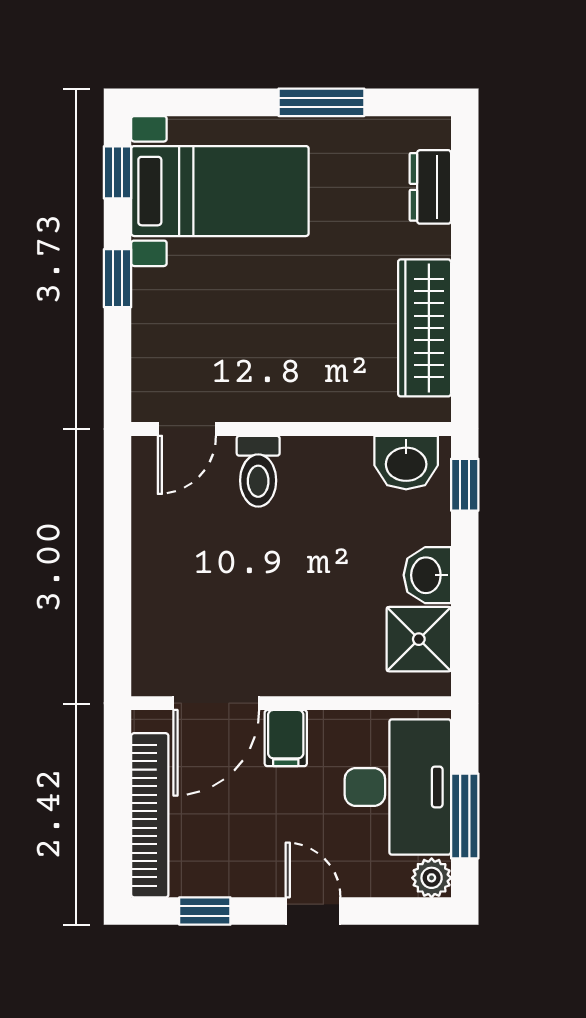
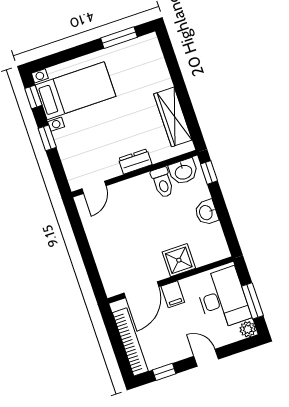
window: (321, 102) -> (119, 38), moved
dresser: (430, 187) -> (135, 161), moved, turned 90
toilet: (258, 471) -> (162, 182), moved
shower: (419, 639) -> (179, 260), moved

